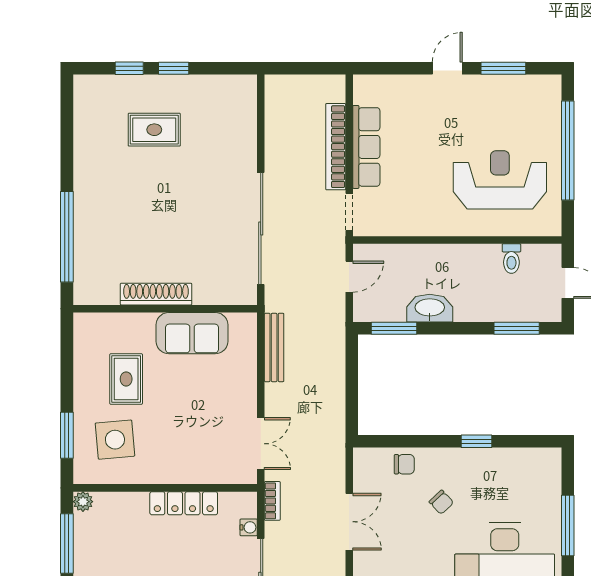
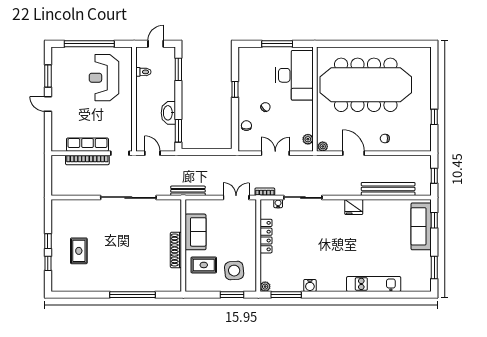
shoe rack: (156, 294) -> (176, 250), moved
wall: (165, 309) -> (183, 245), moved
sofa: (192, 333) -> (196, 232), moved

